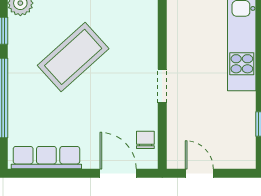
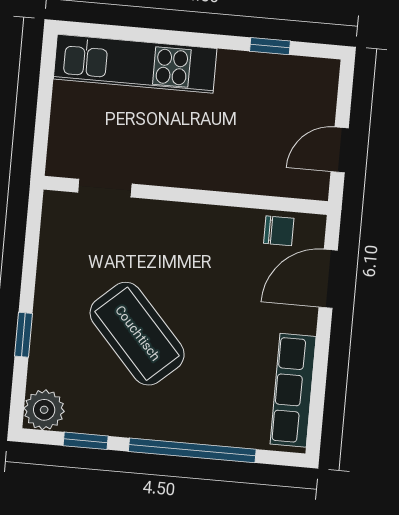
doorway: (162, 86) -> (105, 188), moved
chair: (145, 140) -> (279, 231), turned 180

